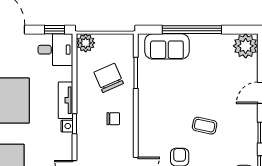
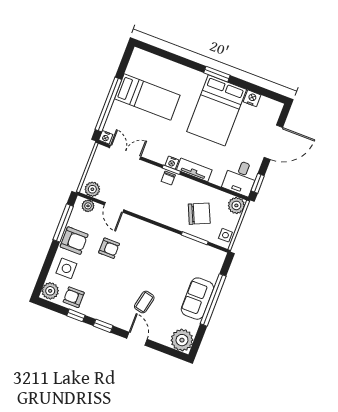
side table: (120, 42) -> (225, 235), added
sofa: (167, 46) -> (197, 299), moved
chair: (113, 119) -> (168, 178), moved
coffee table: (205, 126) -> (144, 302), moved

